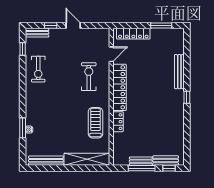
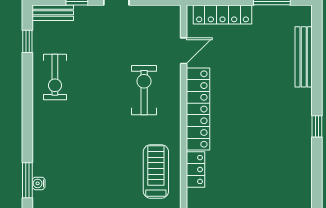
bench: (179, 72) -> (304, 57), moved

